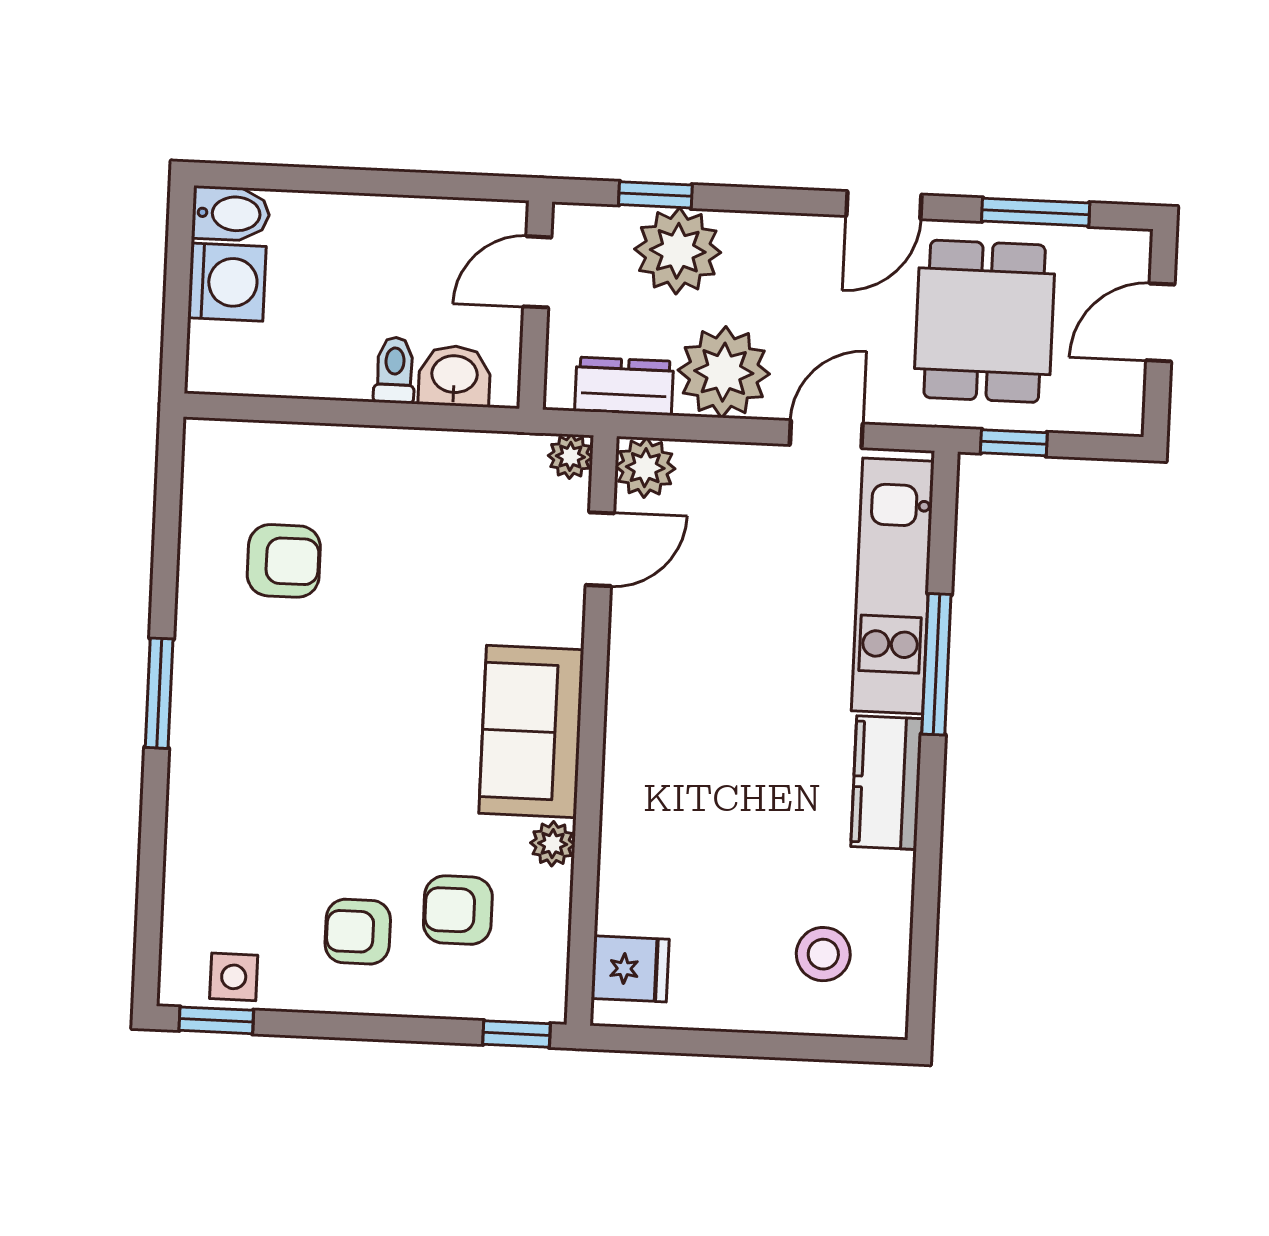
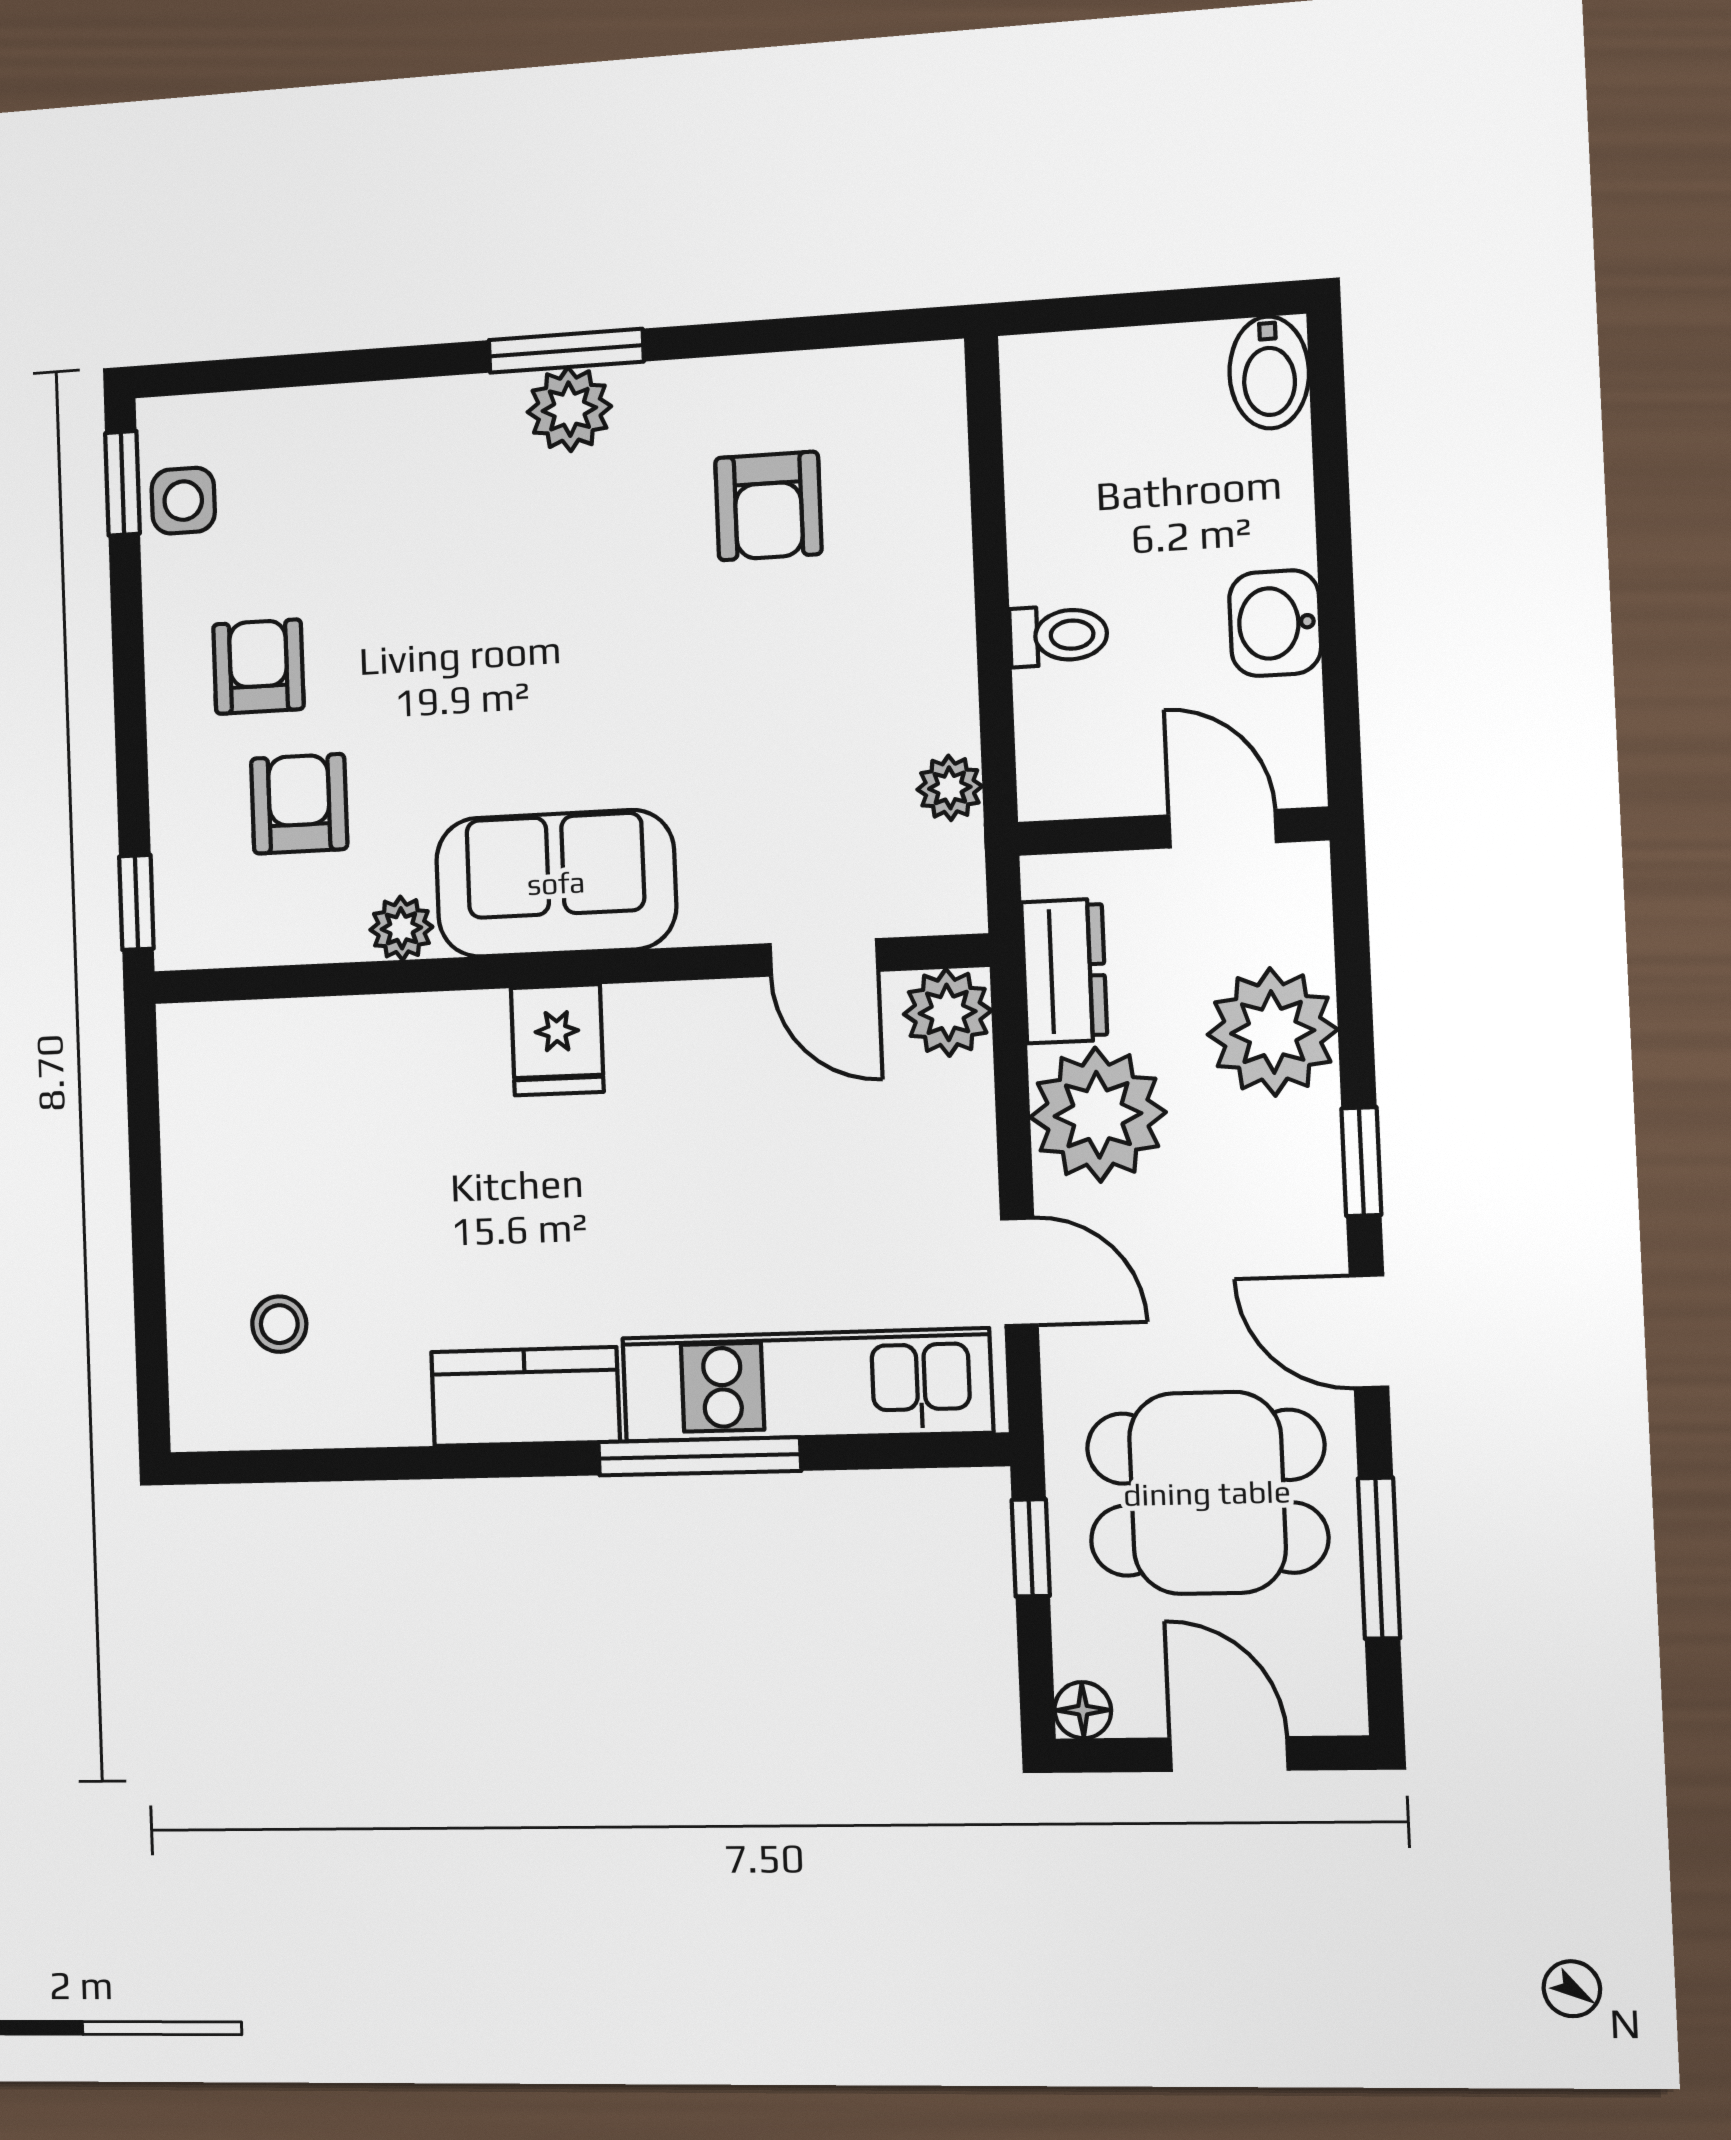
window: (655, 195) -> (1361, 1162), moved
washing machine: (227, 282) -> (1167, 378), removed
washbasin: (454, 376) -> (1275, 623), moved, turned 180
floor lamp: (1125, 417) -> (1083, 1710), added
plant: (570, 456) -> (950, 788), moved
plant: (200, 694) -> (569, 409), added
stool: (823, 954) -> (279, 1324), width x0.73, depth x0.73
fridge: (630, 969) -> (557, 1040), moved

